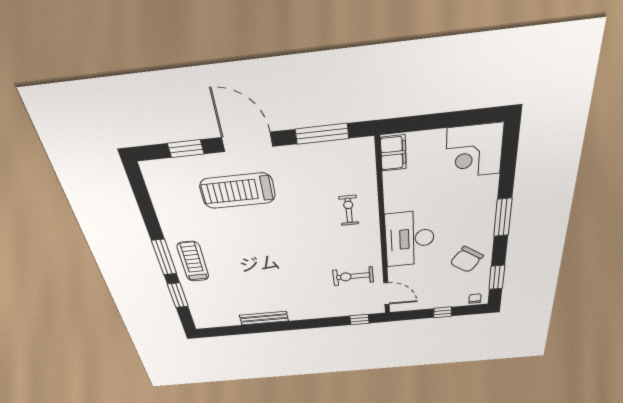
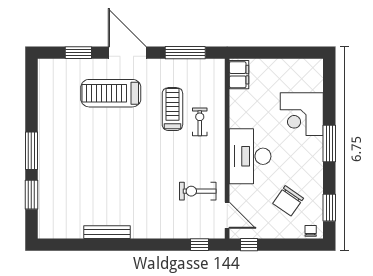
corner desk: (474, 151) -> (302, 114), moved
chair: (467, 260) -> (288, 201), moved
treadmill: (193, 262) -> (172, 109), moved
window: (443, 312) -> (249, 245), moved

